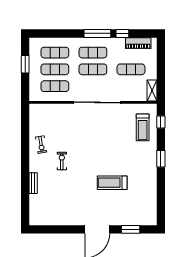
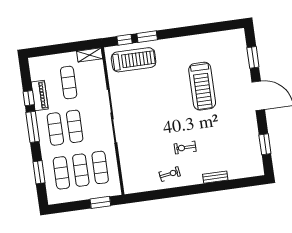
window: (58, 33) -> (39, 172), added
piano: (138, 43) -> (40, 96), moved
window: (25, 64) -> (100, 202), moved
treadmill: (143, 127) -> (134, 60), width x1.37, depth x1.38
window: (161, 159) -> (147, 37), moved
treadmill: (112, 183) -> (202, 86), width x1.37, depth x1.38
window: (55, 229) -> (265, 144), added

